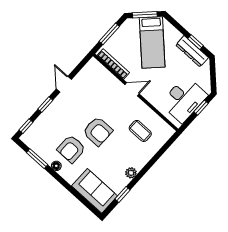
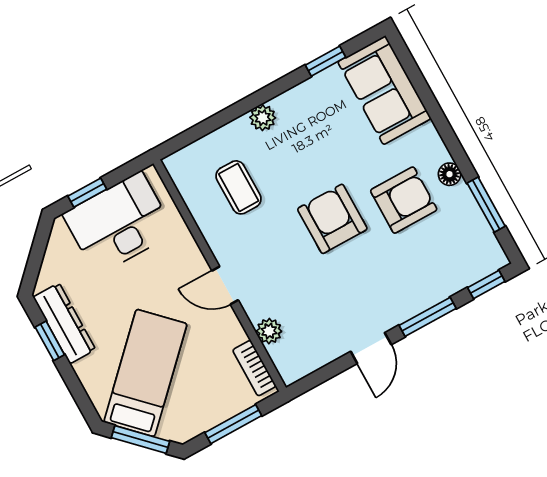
bookcase: (113, 64) -> (254, 368), width x0.64
plant: (108, 77) -> (269, 331), added
window: (45, 105) -> (428, 317), width x1.50
plant: (131, 173) -> (263, 118), moved

